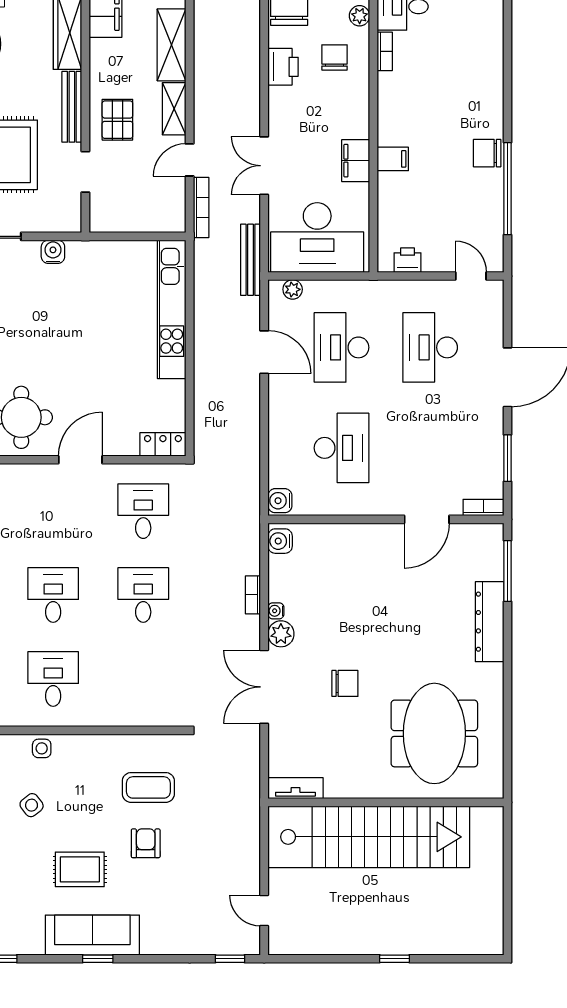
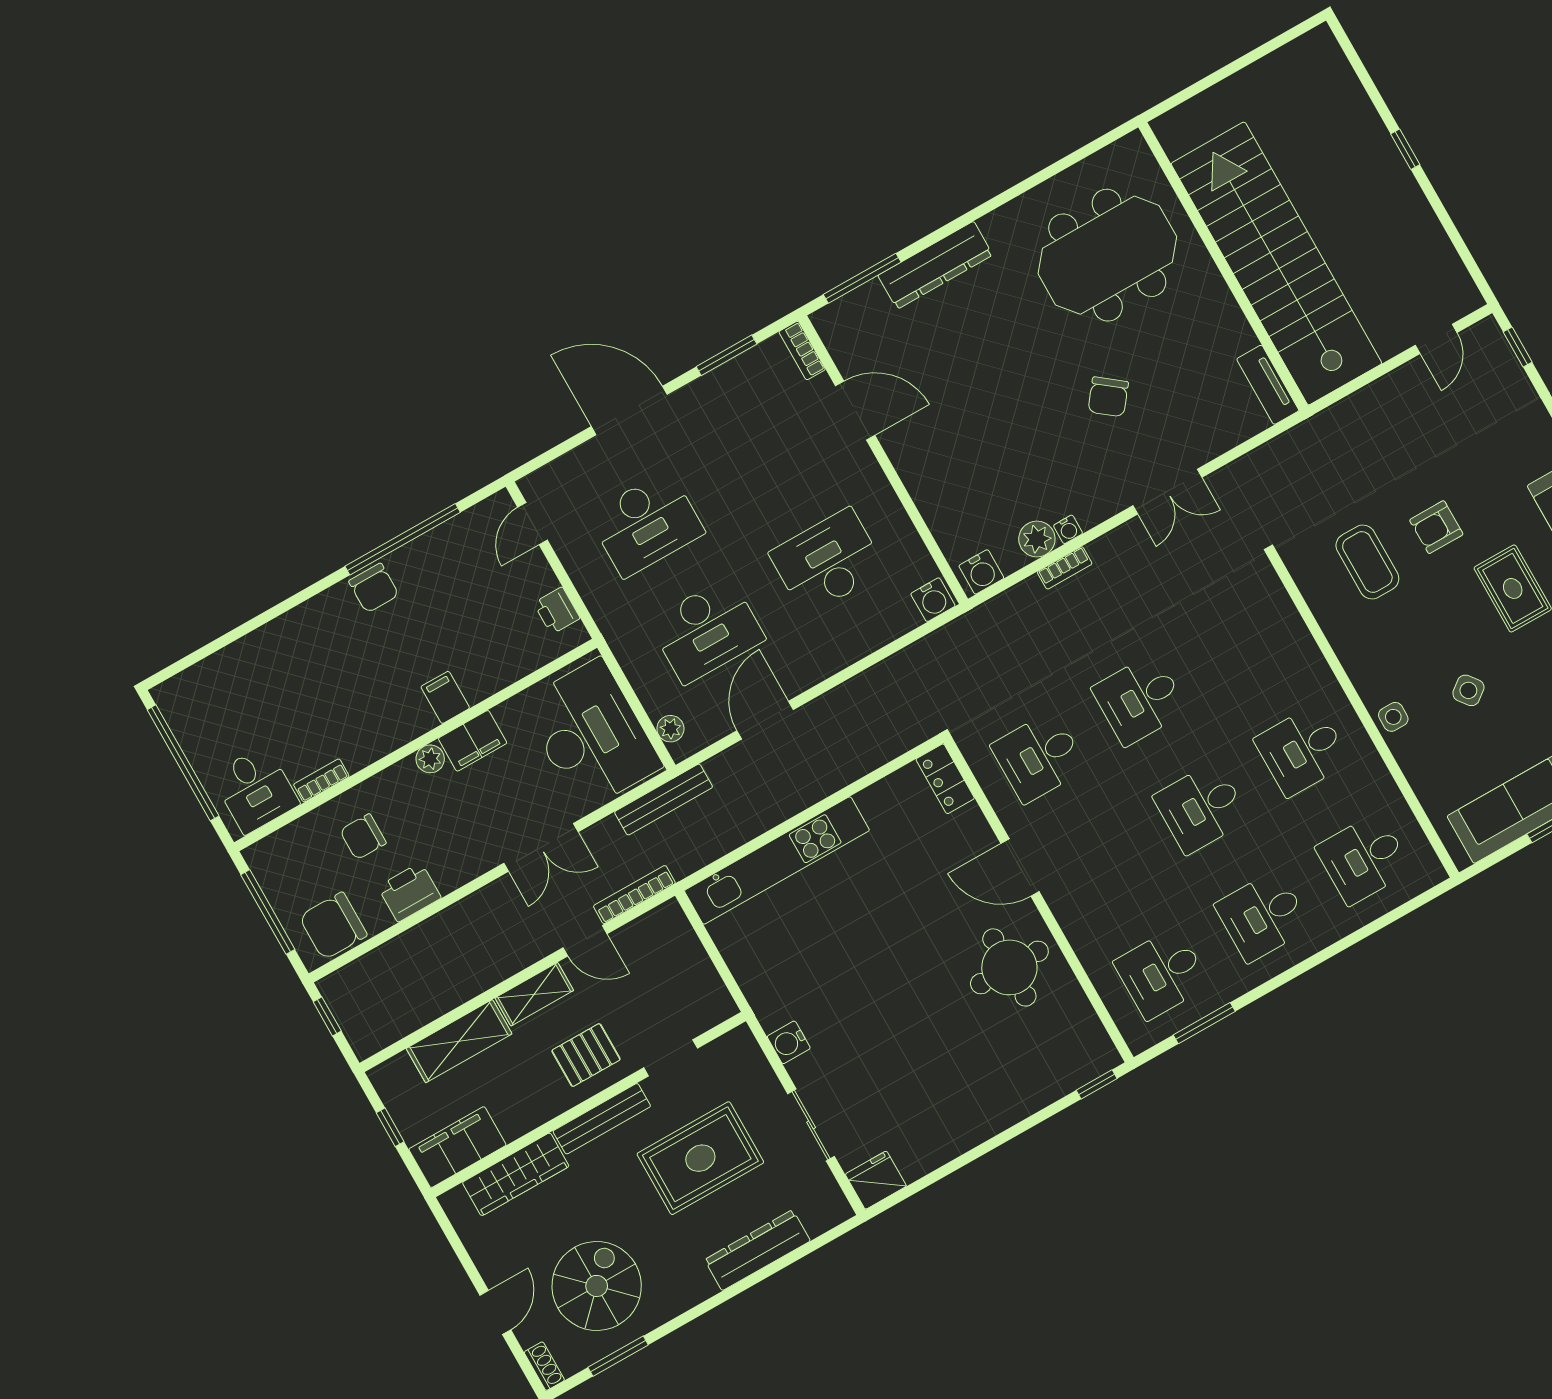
plant: (360, 16) -> (430, 759), moved
plant: (281, 634) -> (1037, 539), moved
chair: (345, 683) -> (1108, 397), turned -142
double door: (264, 687) -> (1167, 492), width x0.73

